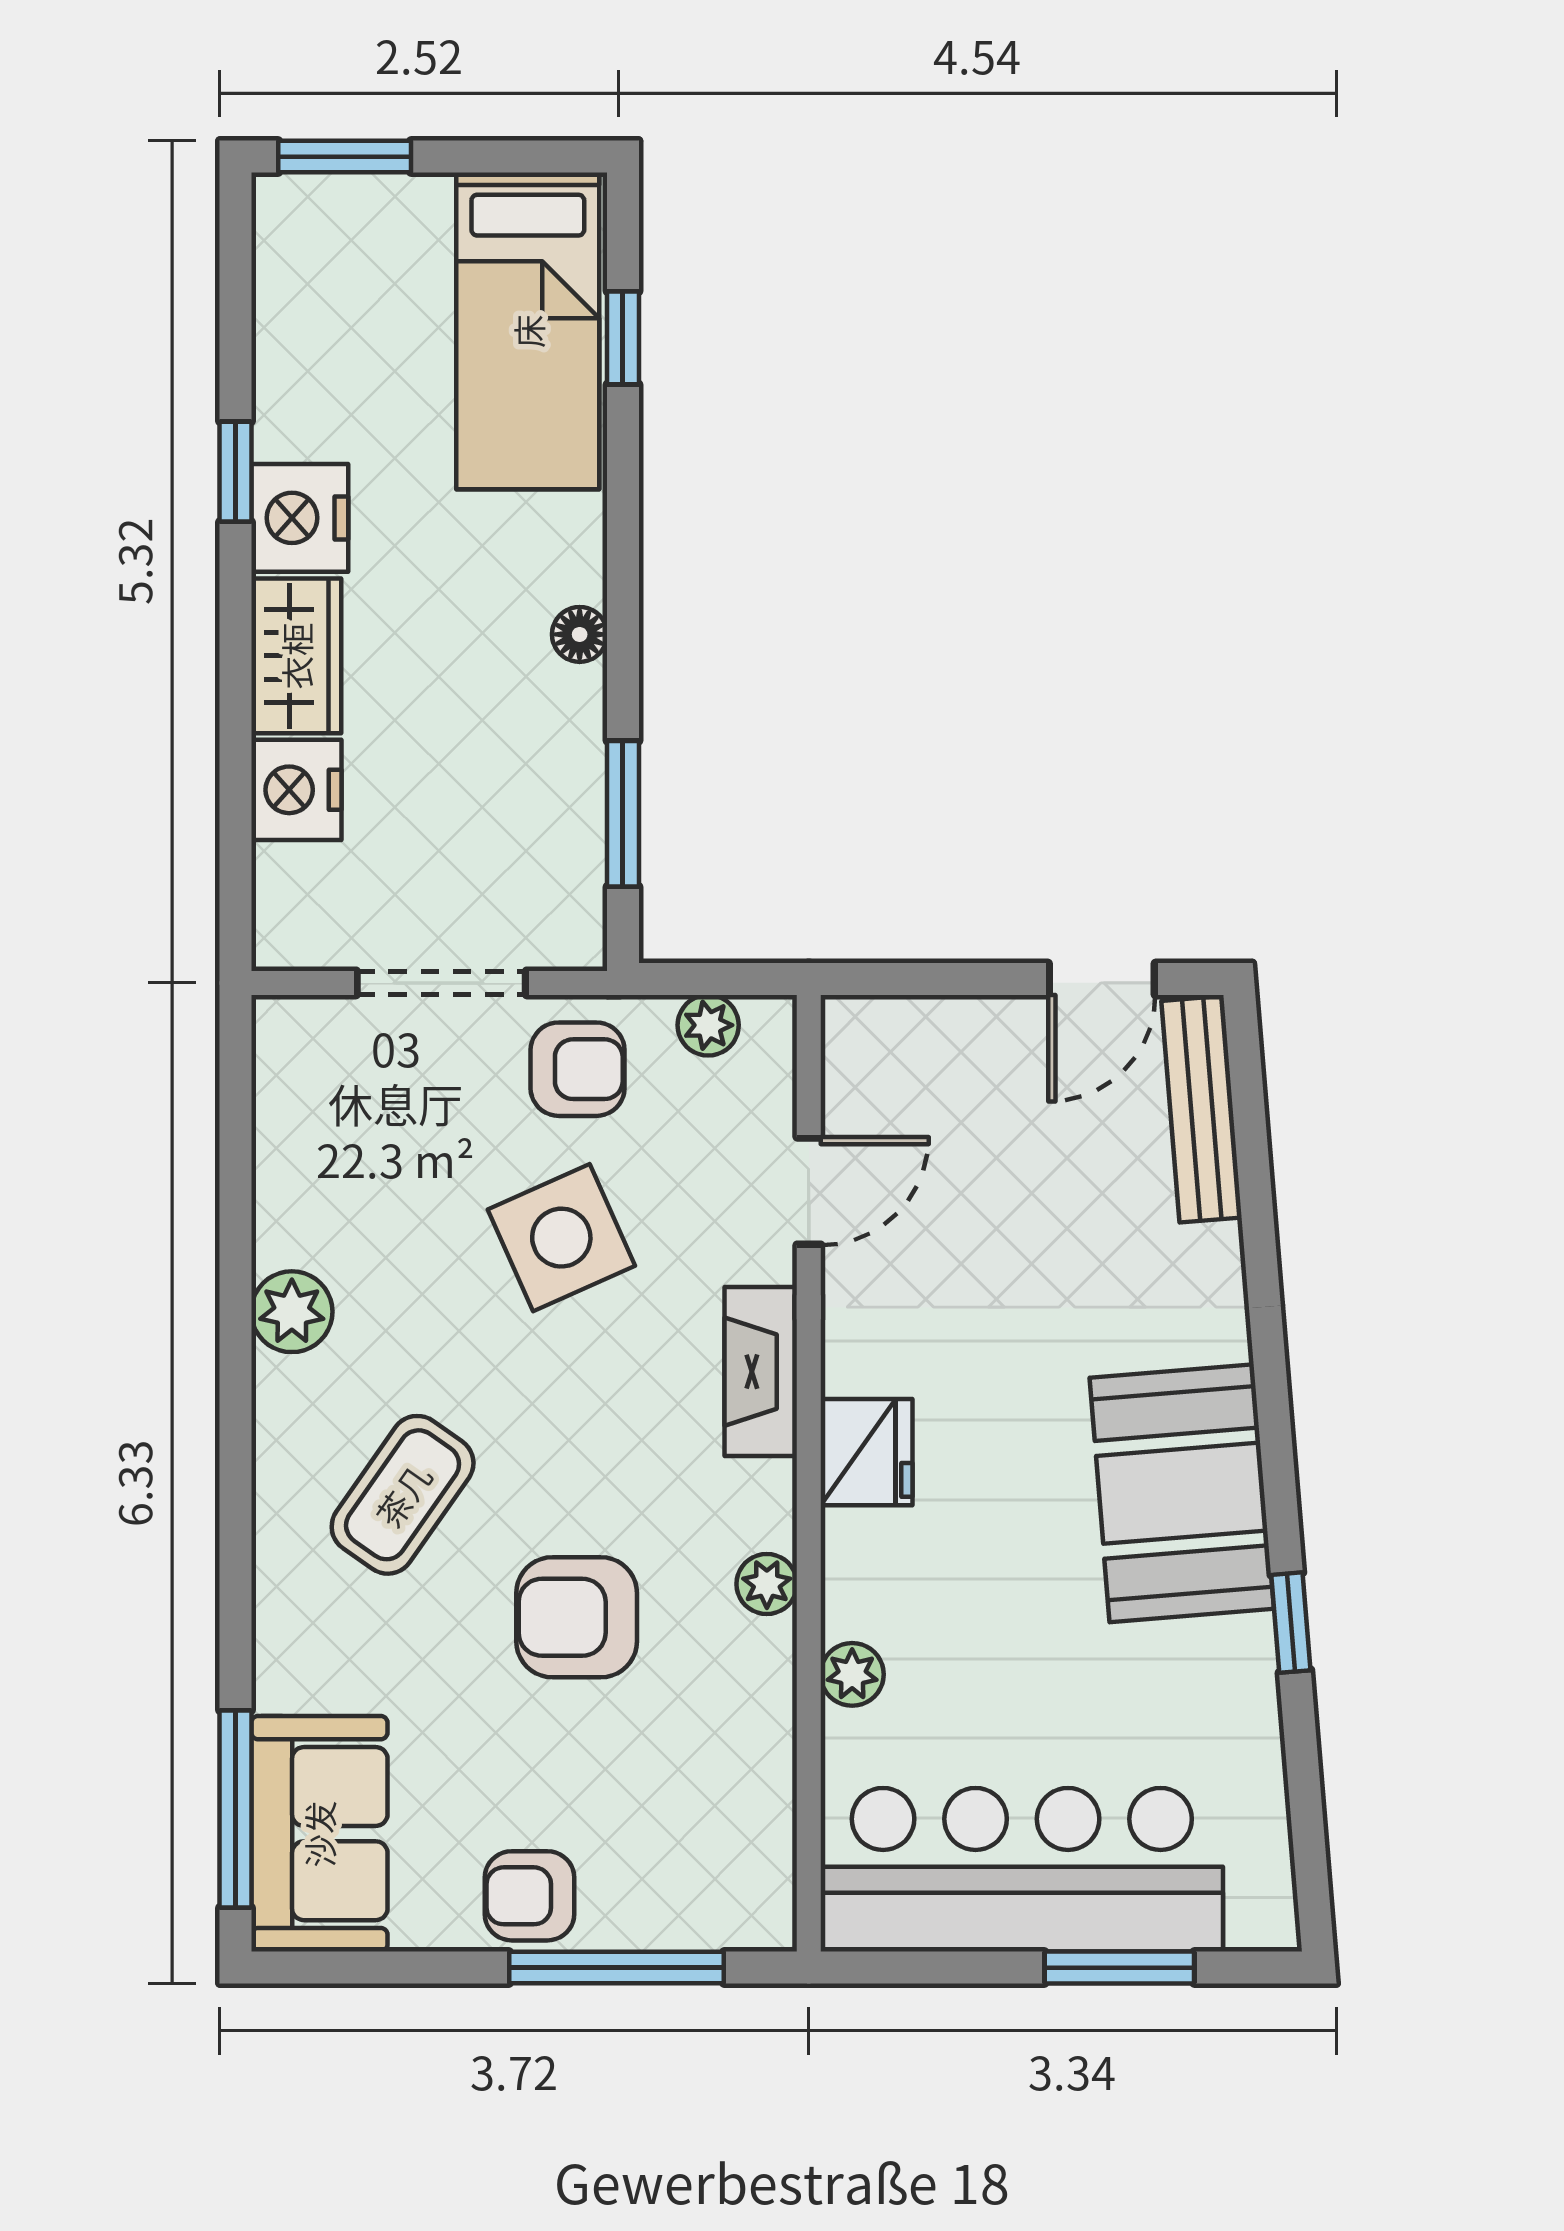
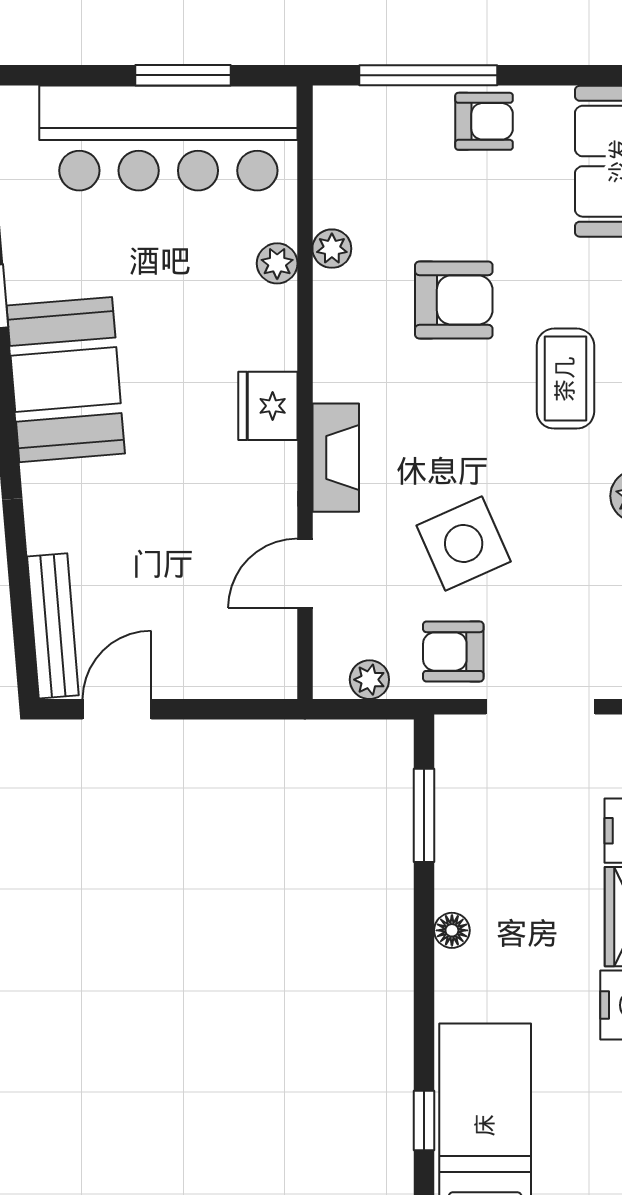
coffee table: (403, 1495) -> (565, 379), turned -35
plant: (767, 1584) -> (332, 249), moved
window: (1119, 1968) -> (183, 75), moved

